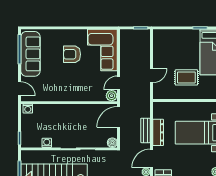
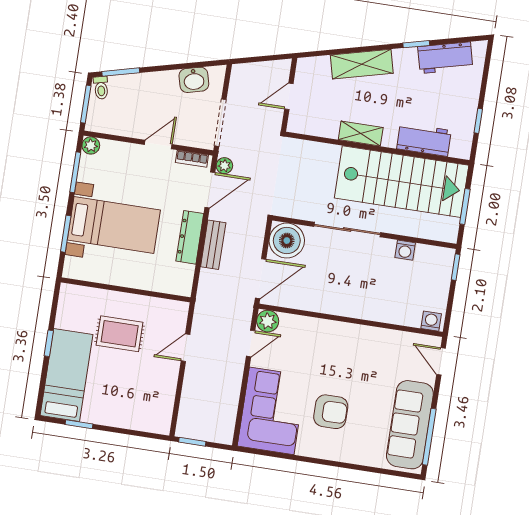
boiler: (112, 143) -> (287, 241), width x1.86, depth x1.86

